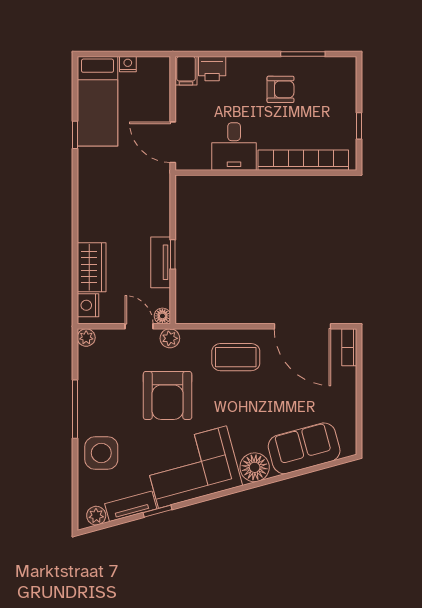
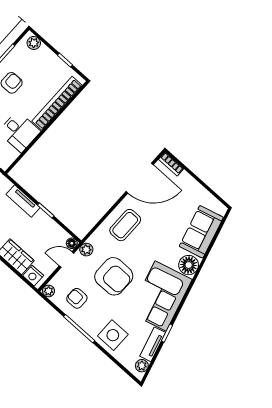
plant: (347, 74) -> (34, 43), added
tv unit: (161, 262) -> (23, 201), moved
armchair: (106, 376) -> (77, 298), added

